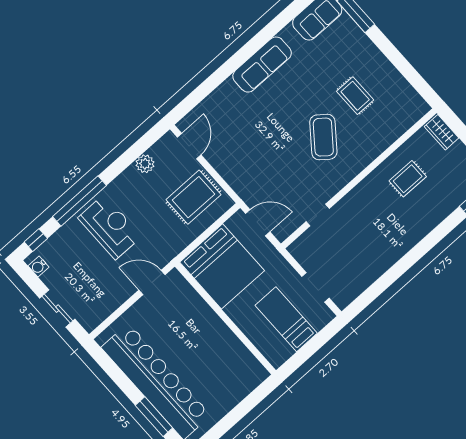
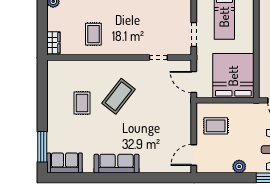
plant: (145, 164) -> (239, 167), moved
rug: (408, 179) -> (93, 34), turned 90
rug: (194, 197) -> (216, 126), width x0.73, depth x0.70
doorway: (315, 287) -> (194, 34), moved

